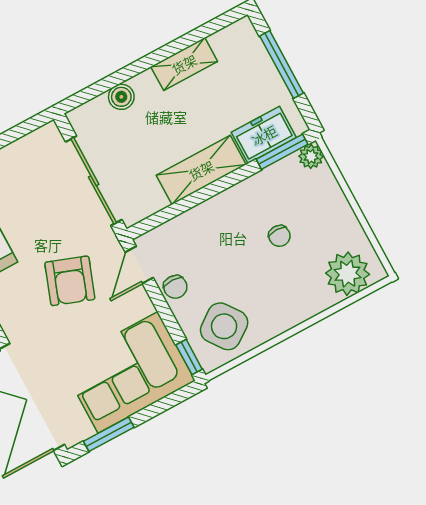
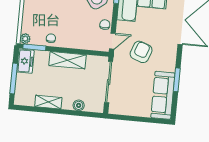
freezer: (264, 135) -> (25, 61), moved, turned -90
chair: (279, 236) -> (51, 38), moved

